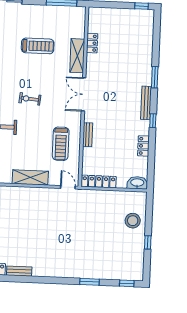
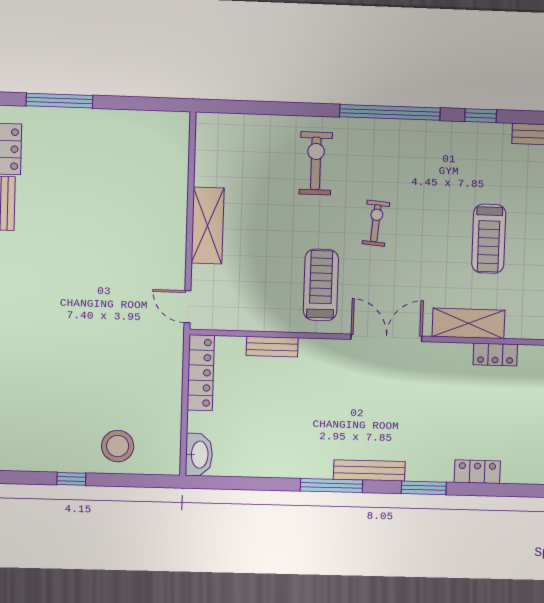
window: (153, 121) -> (331, 486), width x2.17
bench: (88, 135) -> (272, 347), moved
treadmill: (61, 144) -> (321, 285), moved, turned 90
locker: (143, 146) -> (477, 472), moved
door: (68, 187) -> (187, 307), swing flipped

